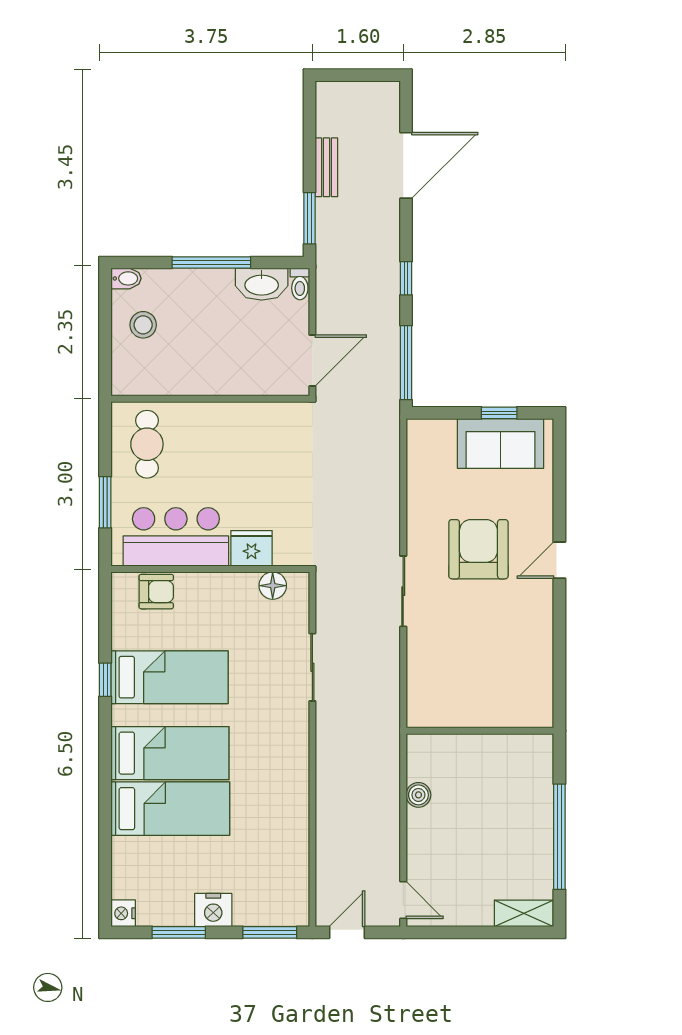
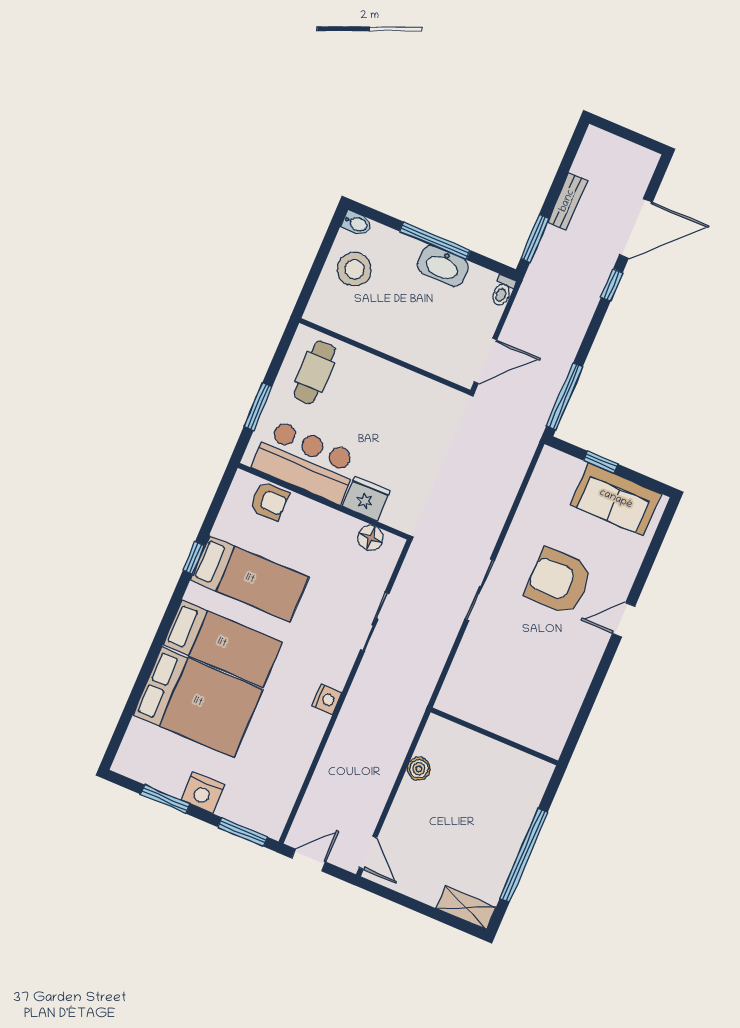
window: (406, 278) -> (612, 285), moved
washbasin: (262, 284) -> (443, 266), moved
stool: (143, 325) -> (354, 269), width x1.38, depth x1.38
window: (499, 413) -> (601, 462), moved
armchair: (478, 549) -> (559, 581), turned -90
bed: (170, 809) -> (198, 702), width x1.50
nightstand: (123, 913) -> (327, 699), moved, turned 180

